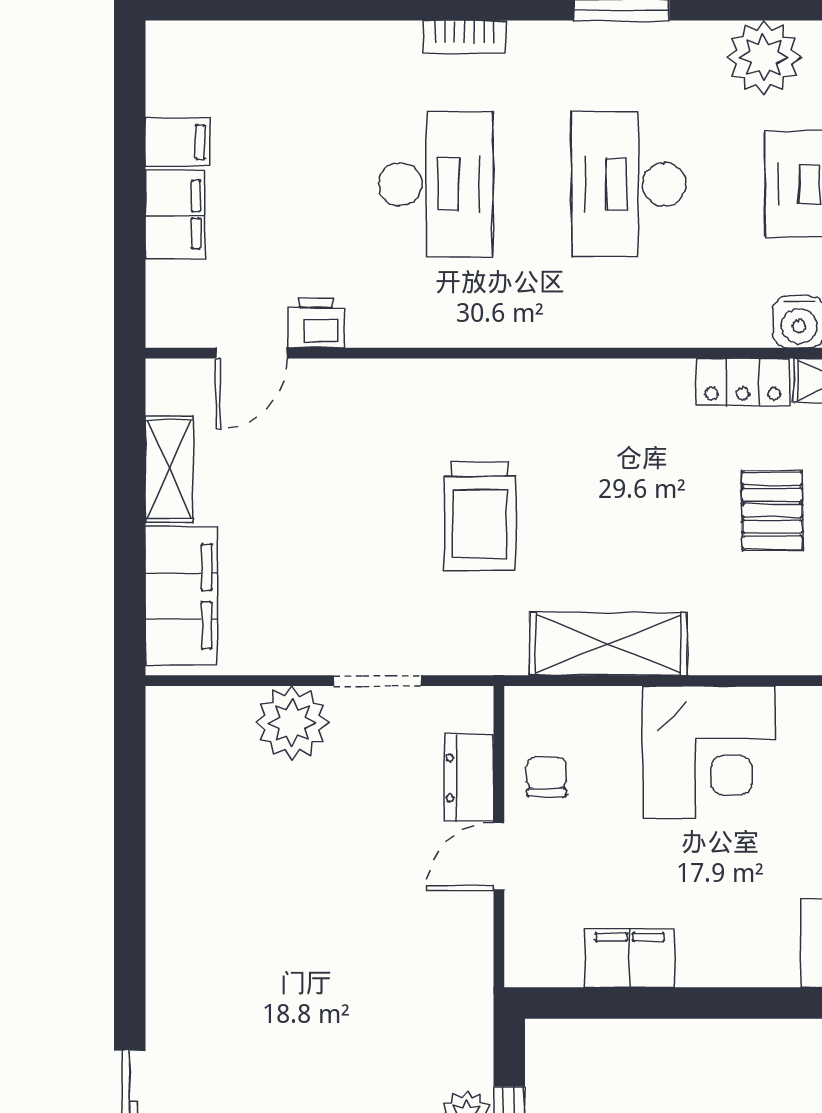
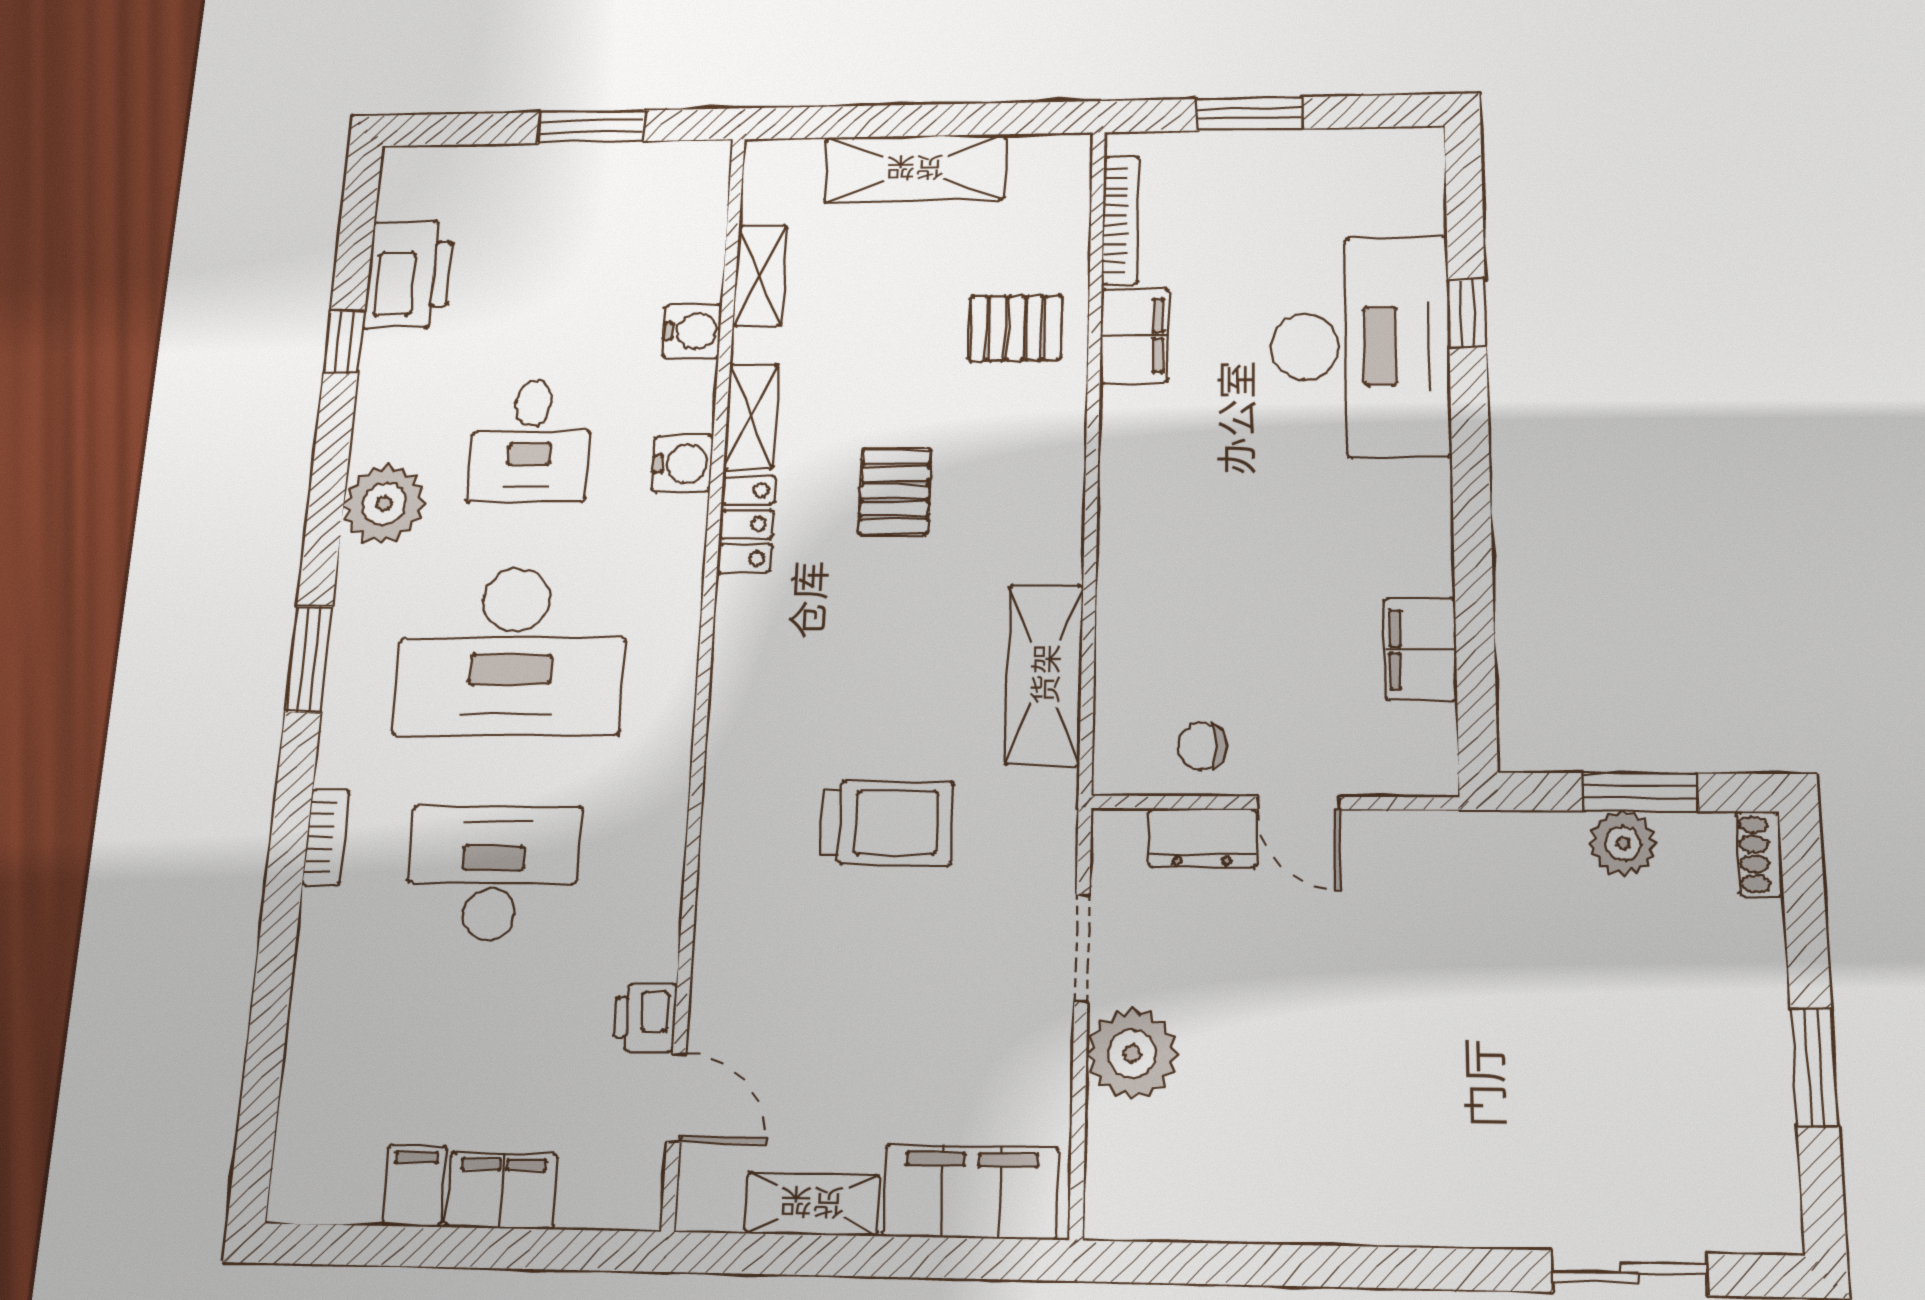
desk: (629, 184) -> (512, 651), width x1.36, depth x1.30
pallet: (772, 510) -> (895, 491), turned 90
corner desk: (709, 752) -> (1174, 560), removed

